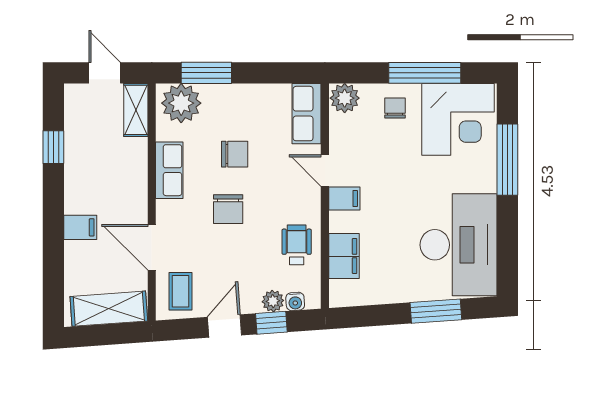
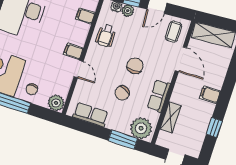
shelving: (136, 110) -> (171, 117), moved
row of seats: (306, 114) -> (91, 115), moved, turned -90
chair: (235, 154) -> (122, 93), turned -67
filing cabinet: (80, 227) -> (210, 95), moved
filing cabinet: (344, 256) -> (85, 16), width x0.50

